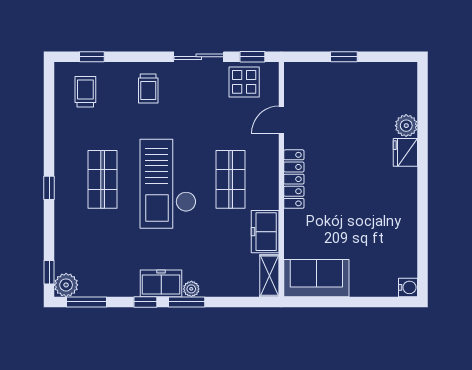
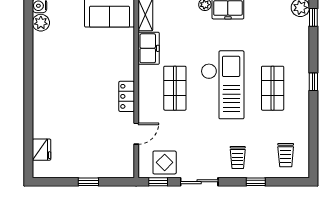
window: (92, 57) -> (256, 182), moved
trolley: (148, 89) -> (238, 157), turned 180
plant: (406, 126) -> (41, 23), moved
fridge: (405, 152) -> (42, 150), moved
locker: (294, 179) -> (127, 96), width x0.66

